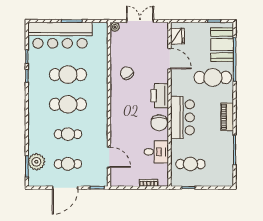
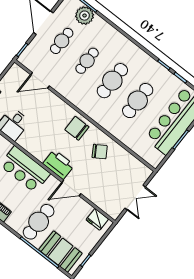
plant: (115, 27) -> (147, 172), removed
door: (170, 59) -> (71, 188), moved
chair: (159, 123) -> (77, 128), moved

